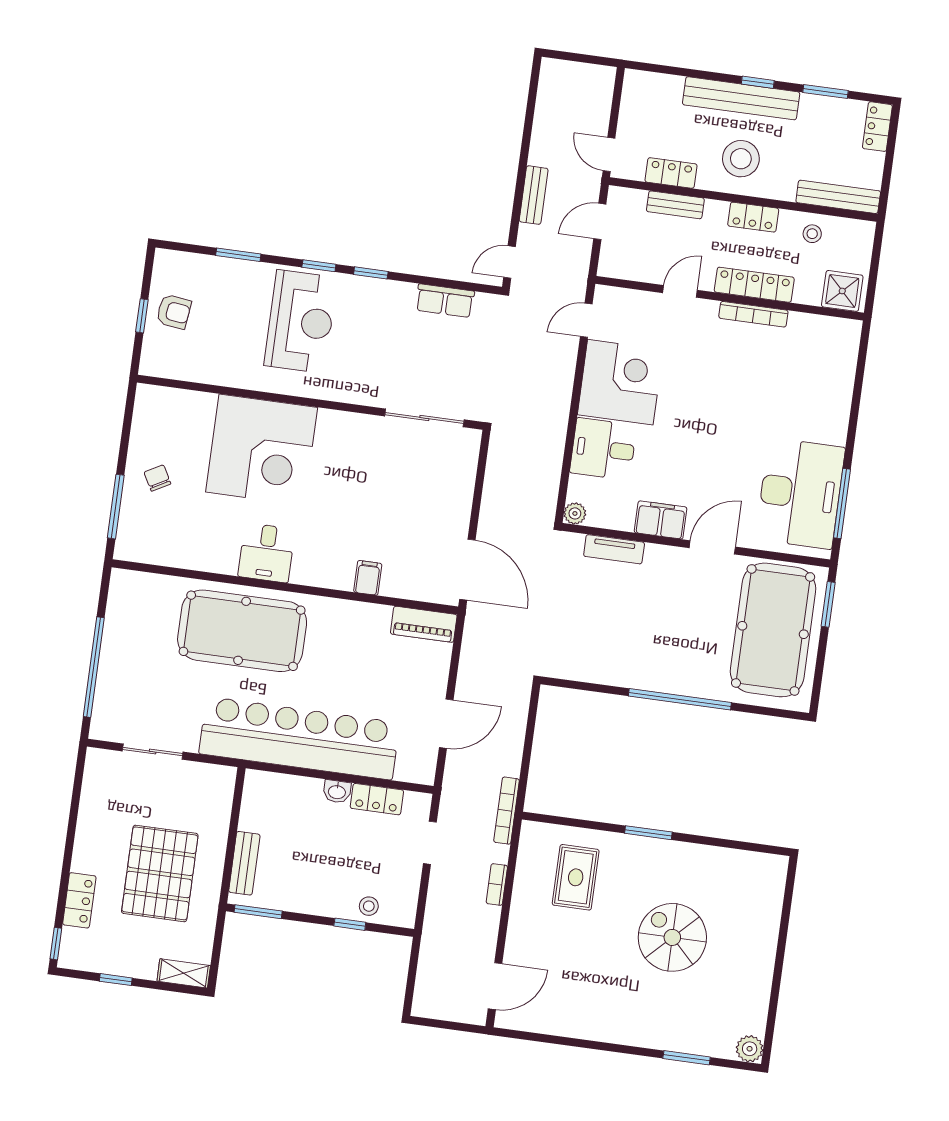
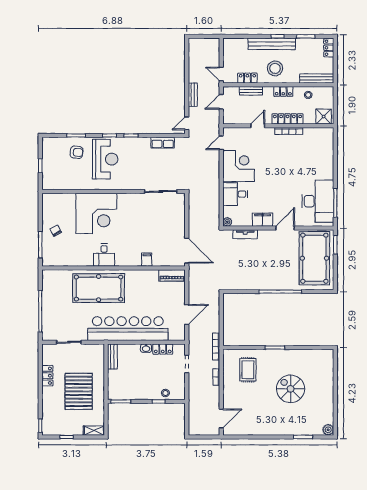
armchair: (174, 312) -> (77, 152), moved
bench: (244, 863) -> (112, 356), moved
locker: (79, 900) -> (47, 376), moved

